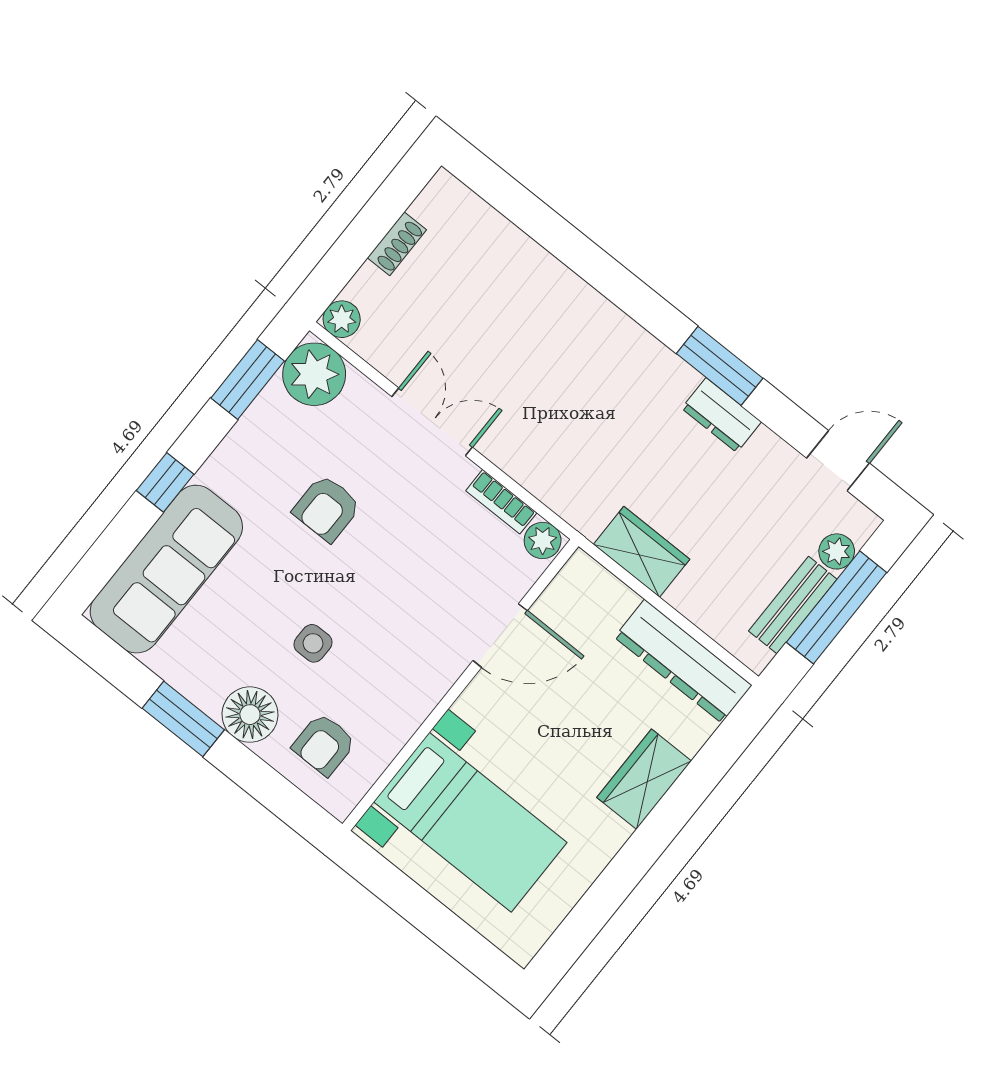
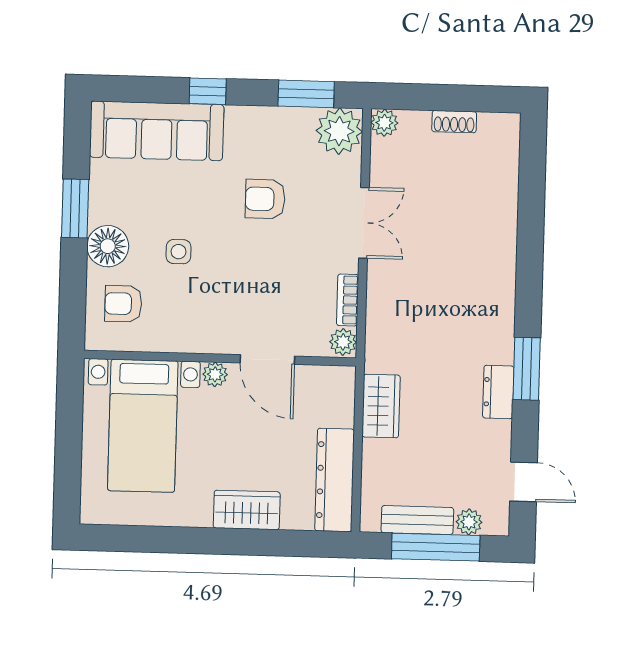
plant: (474, 704) -> (215, 374), added

